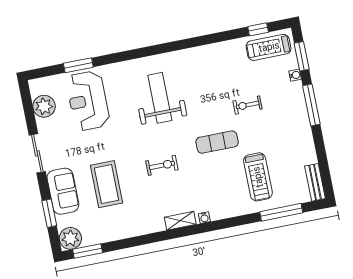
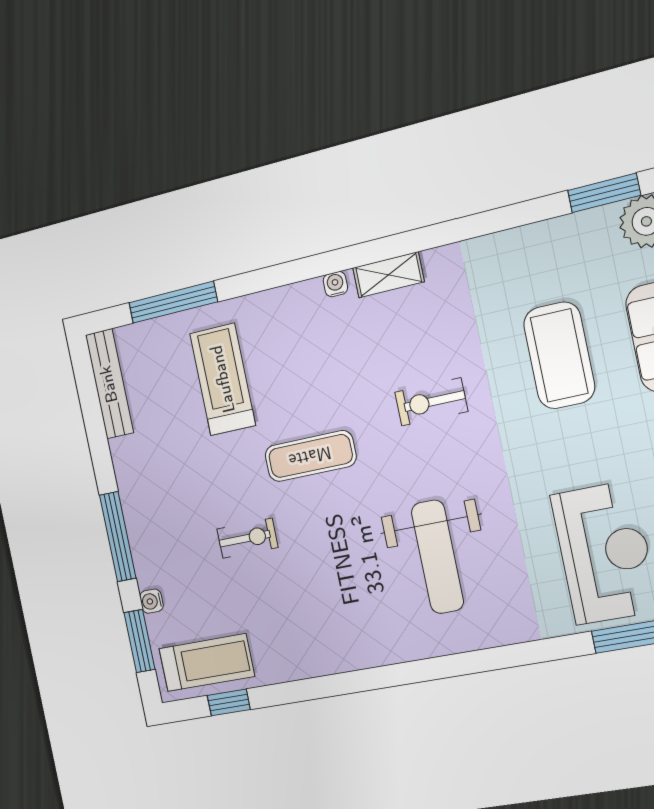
bench: (315, 182) -> (109, 384), width x1.36

